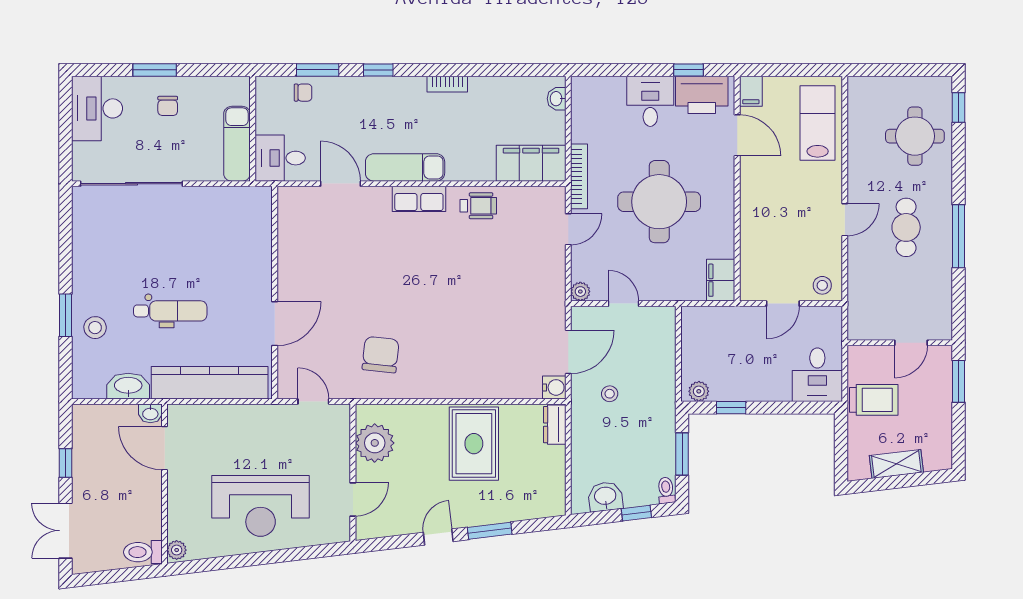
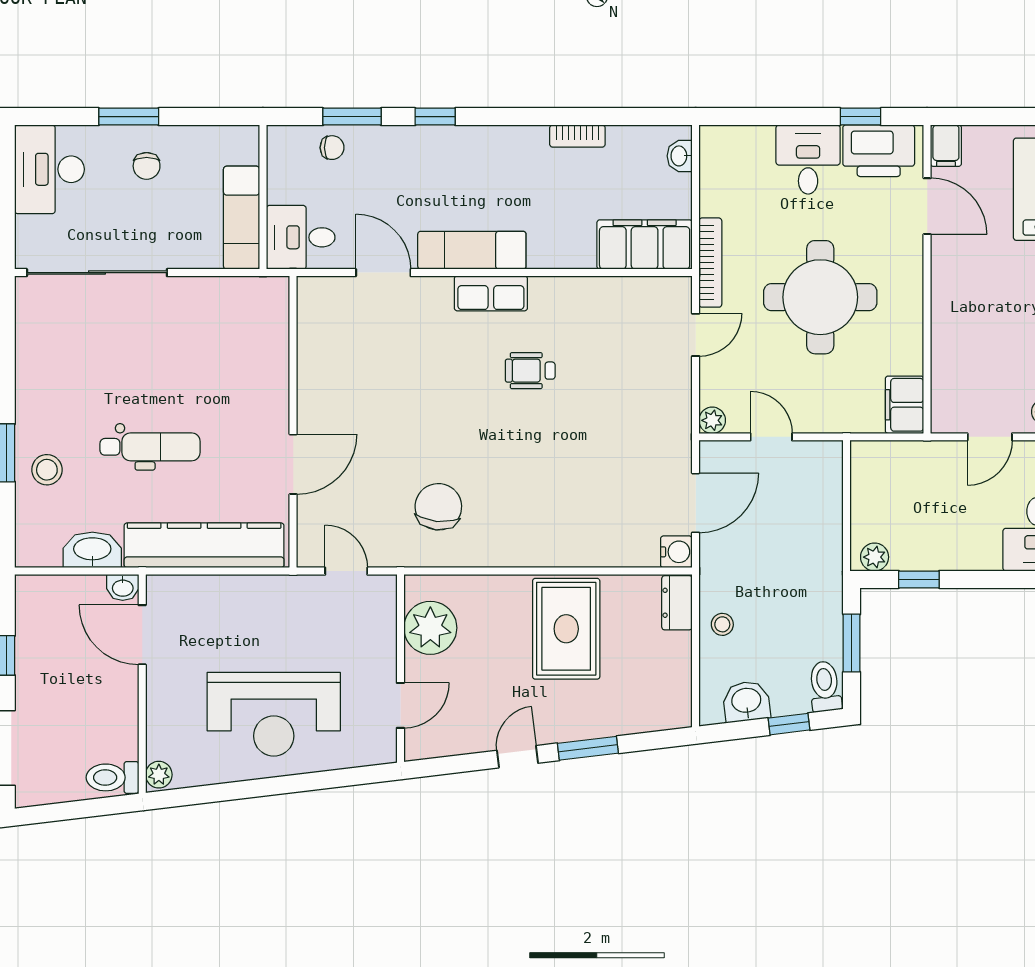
bookcase: (447, 84) -> (577, 136), moved
wheelchair: (478, 206) -> (530, 371), moved, turned 180
stool: (610, 394) -> (722, 624), moved
toilet: (666, 490) -> (825, 686), width x1.37, depth x1.39

